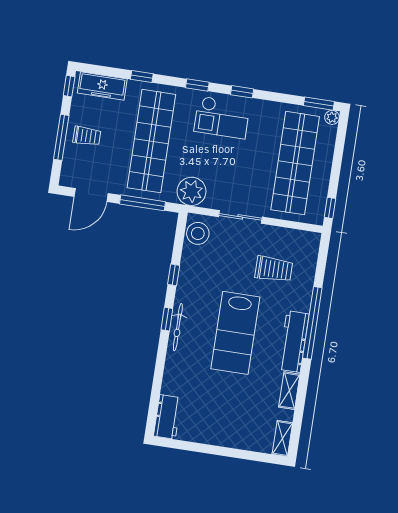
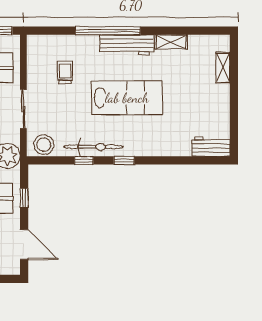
window: (142, 203) -> (24, 198), width x0.46
trolley: (274, 269) -> (65, 72), width x0.73, depth x0.72
bicycle: (178, 327) -> (94, 147), moved, width x1.37, depth x1.40
shelving: (282, 439) -> (223, 68), moved, turned 90

